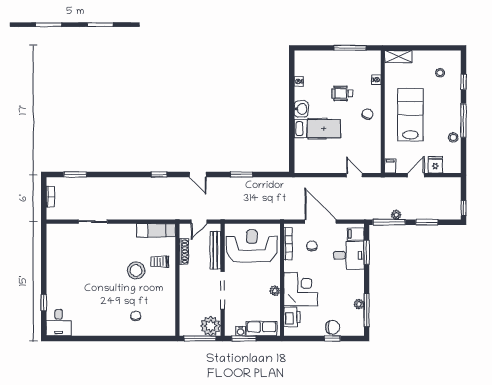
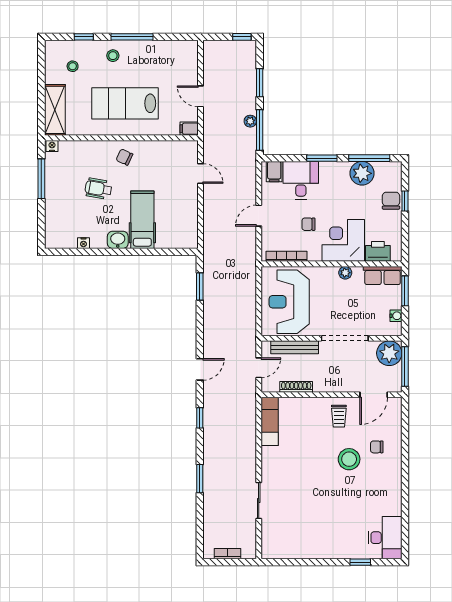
shelving: (398, 57) -> (55, 110), width x1.50, depth x1.33
nightstand: (376, 80) -> (52, 146), moved
wheelchair: (342, 93) -> (98, 189), turned 100
stool: (453, 137) -> (113, 56), moved
fridge: (435, 165) -> (188, 72), removed
window: (75, 174) -> (200, 479), moved
window: (241, 174) -> (200, 287), moved
door: (354, 175) -> (201, 173), swing flipped
door: (199, 222) -> (259, 368), hinge flipped
door: (321, 222) -> (259, 216), width x0.53
chair: (312, 246) -> (308, 224), moved
window: (367, 252) -> (322, 158), moved
trolley: (160, 262) -> (339, 416), moved
stool: (136, 271) -> (349, 459), moved
plant: (359, 304) -> (362, 173), width x1.87, depth x1.87
door: (177, 313) -> (374, 395), added
desk: (59, 323) -> (385, 538), width x1.37
row of seats: (262, 329) -> (383, 276), moved, turned -90
window: (244, 338) -> (405, 291), moved

